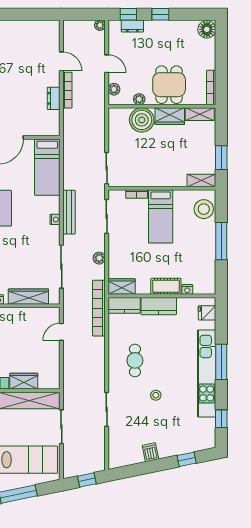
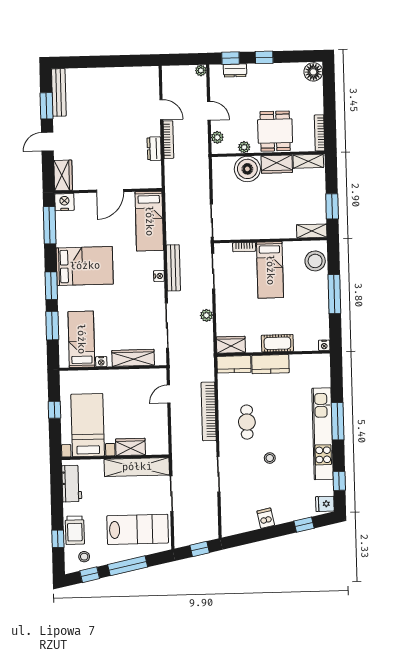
nightstand: (187, 289) -> (324, 345), moved
bookcase: (99, 308) -> (209, 411), moved
fridge: (207, 313) -> (325, 504), moved

